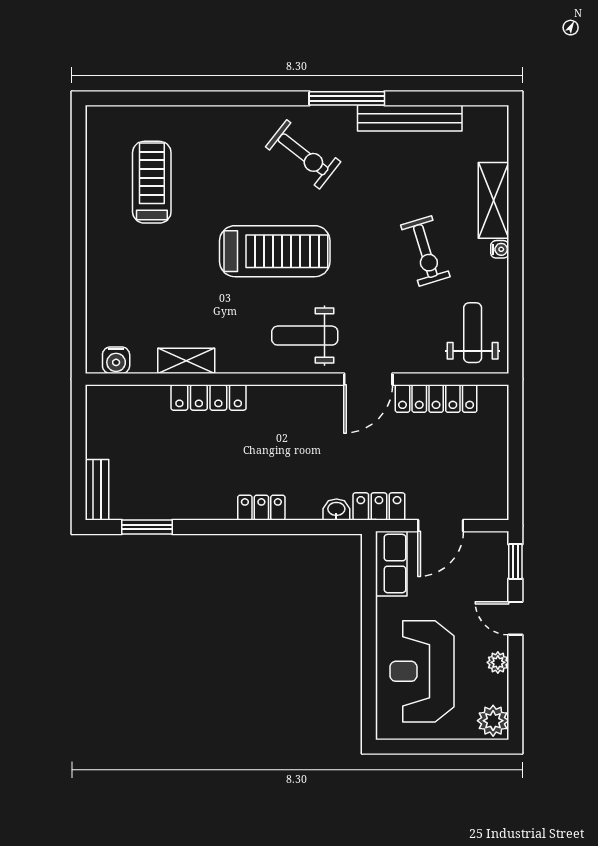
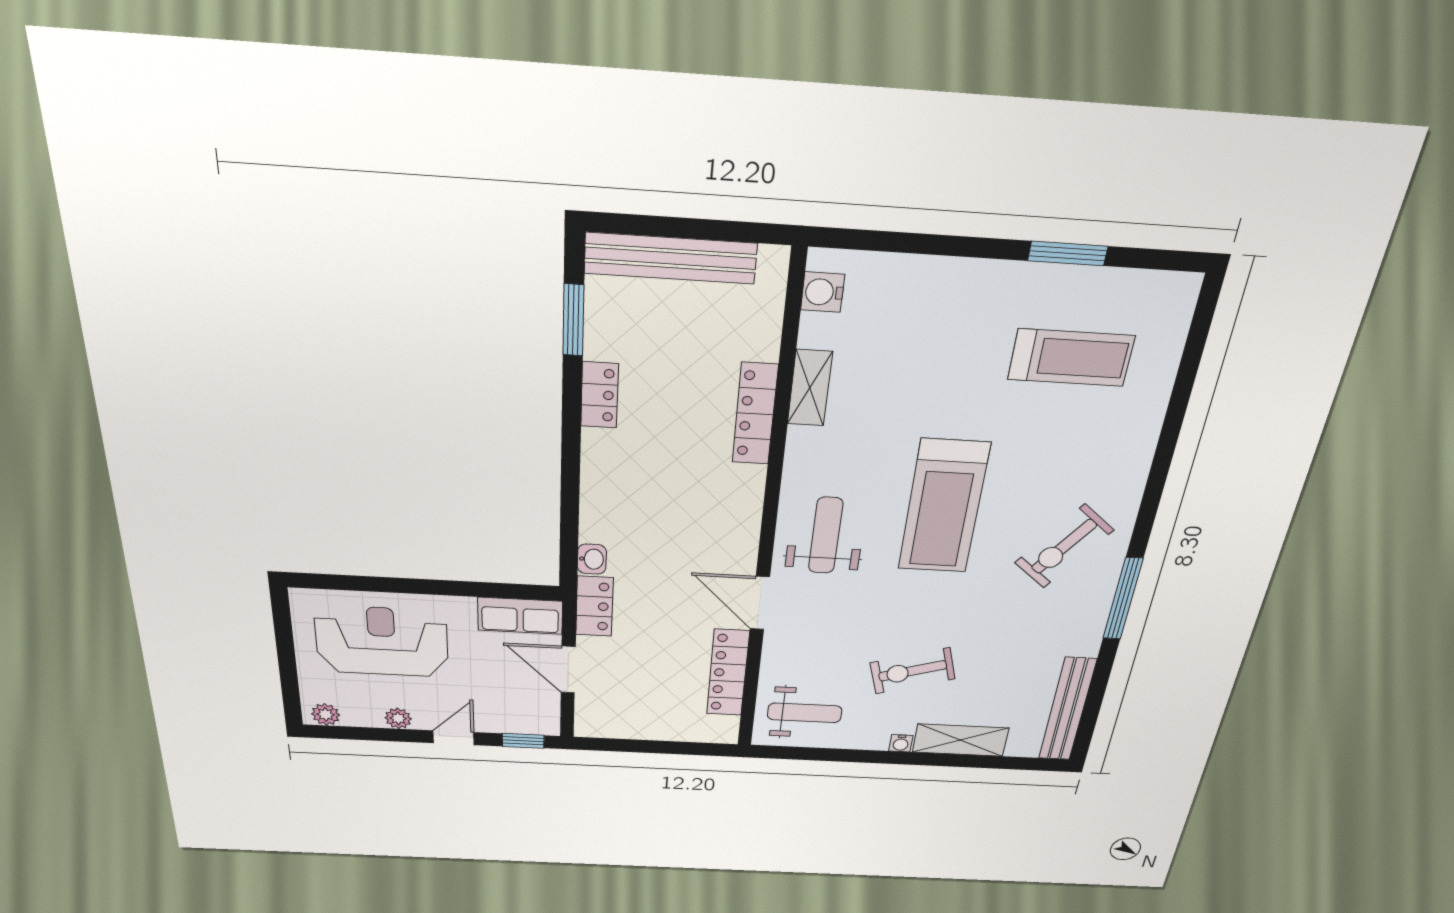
bench: (410, 118) -> (1067, 709), moved
window: (79, 201) -> (1068, 253), added
bench: (97, 490) -> (671, 258), width x1.86, depth x1.21
locker: (261, 508) -> (599, 395), moved
plant: (493, 721) -> (326, 714), width x0.73, depth x0.73

